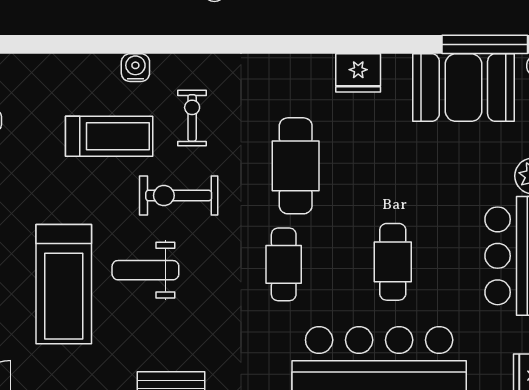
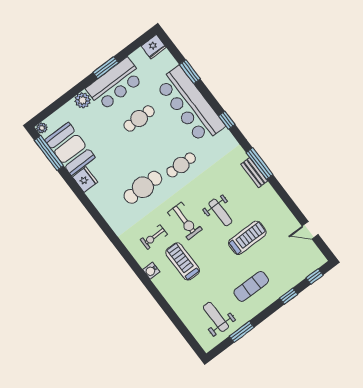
fridge: (358, 73) -> (85, 180), moved
cafe table: (393, 262) -> (139, 119), moved
treadmill: (64, 284) -> (247, 238), width x0.73, depth x0.73

